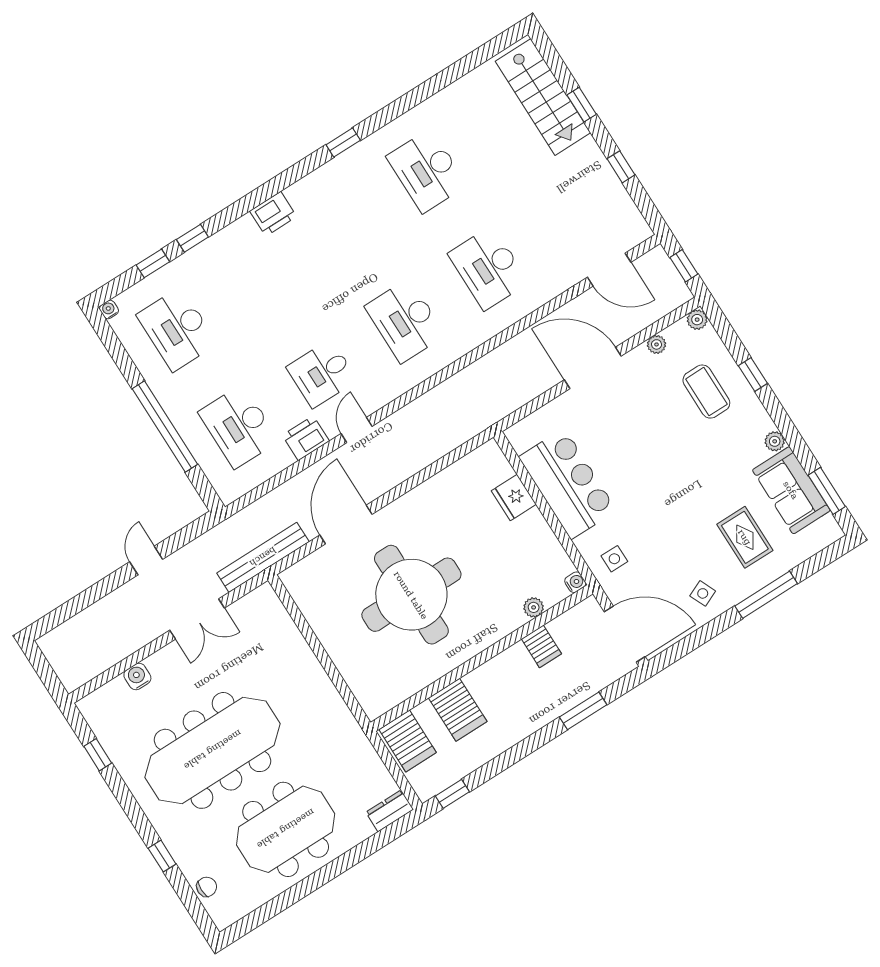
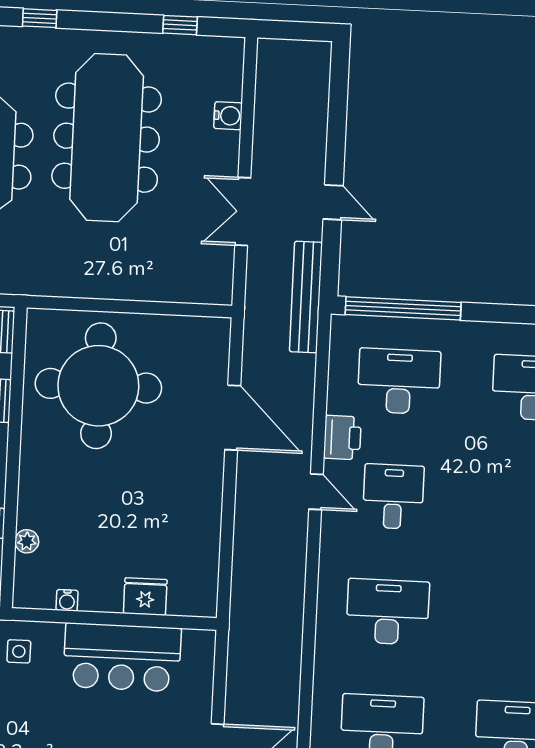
window: (165, 427) -> (403, 308), moved
bench: (263, 557) -> (306, 297), moved
water cooler: (575, 582) -> (67, 600), moved
round table: (411, 595) -> (98, 386), moved

